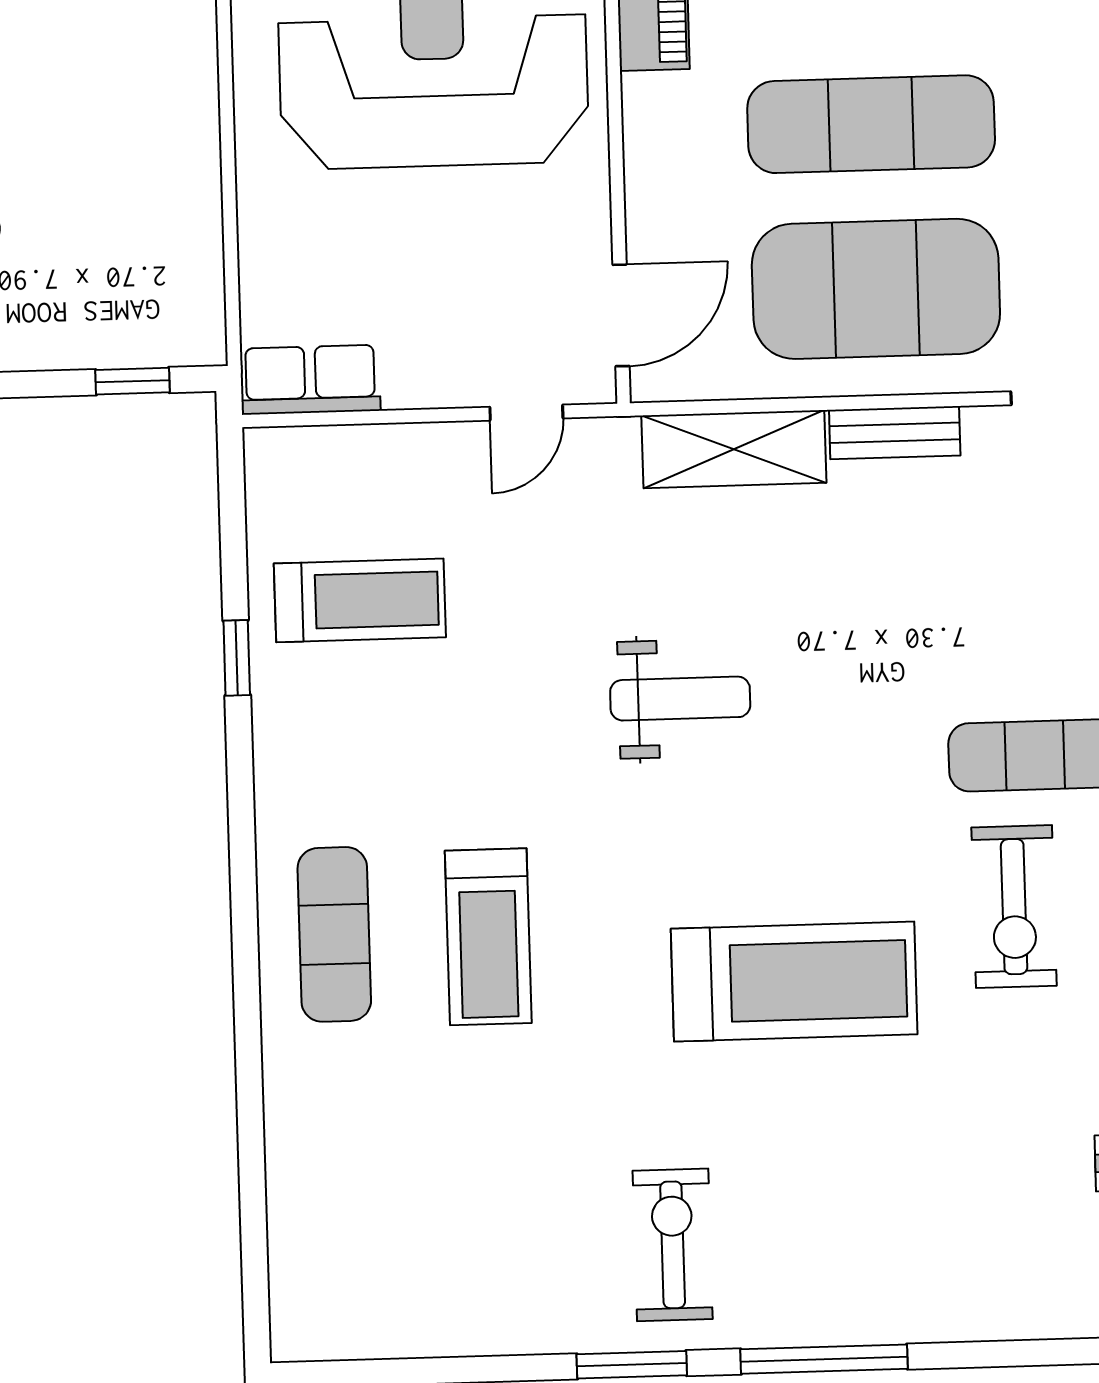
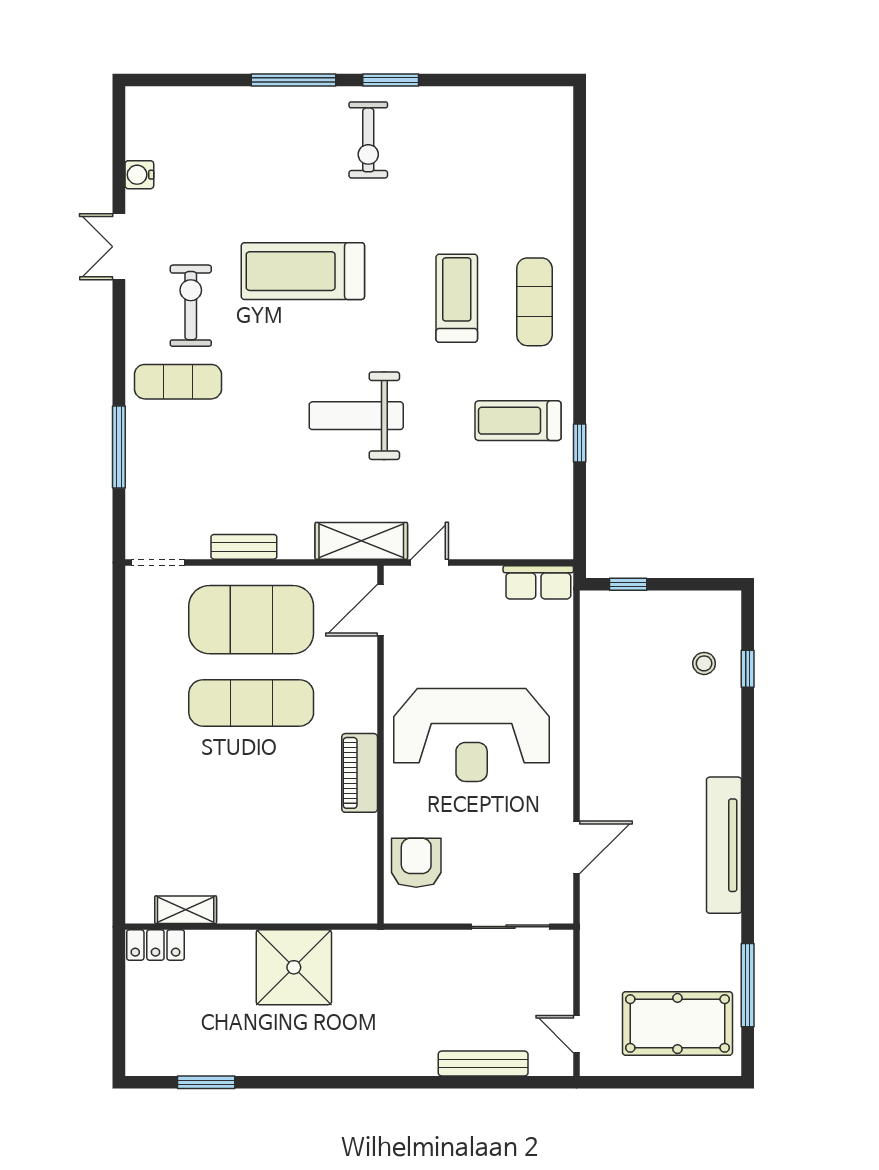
shelving: (734, 449) -> (361, 541), moved
treadmill: (360, 600) -> (518, 421), moved
weight bench: (680, 699) -> (356, 416), width x1.36, depth x1.33

